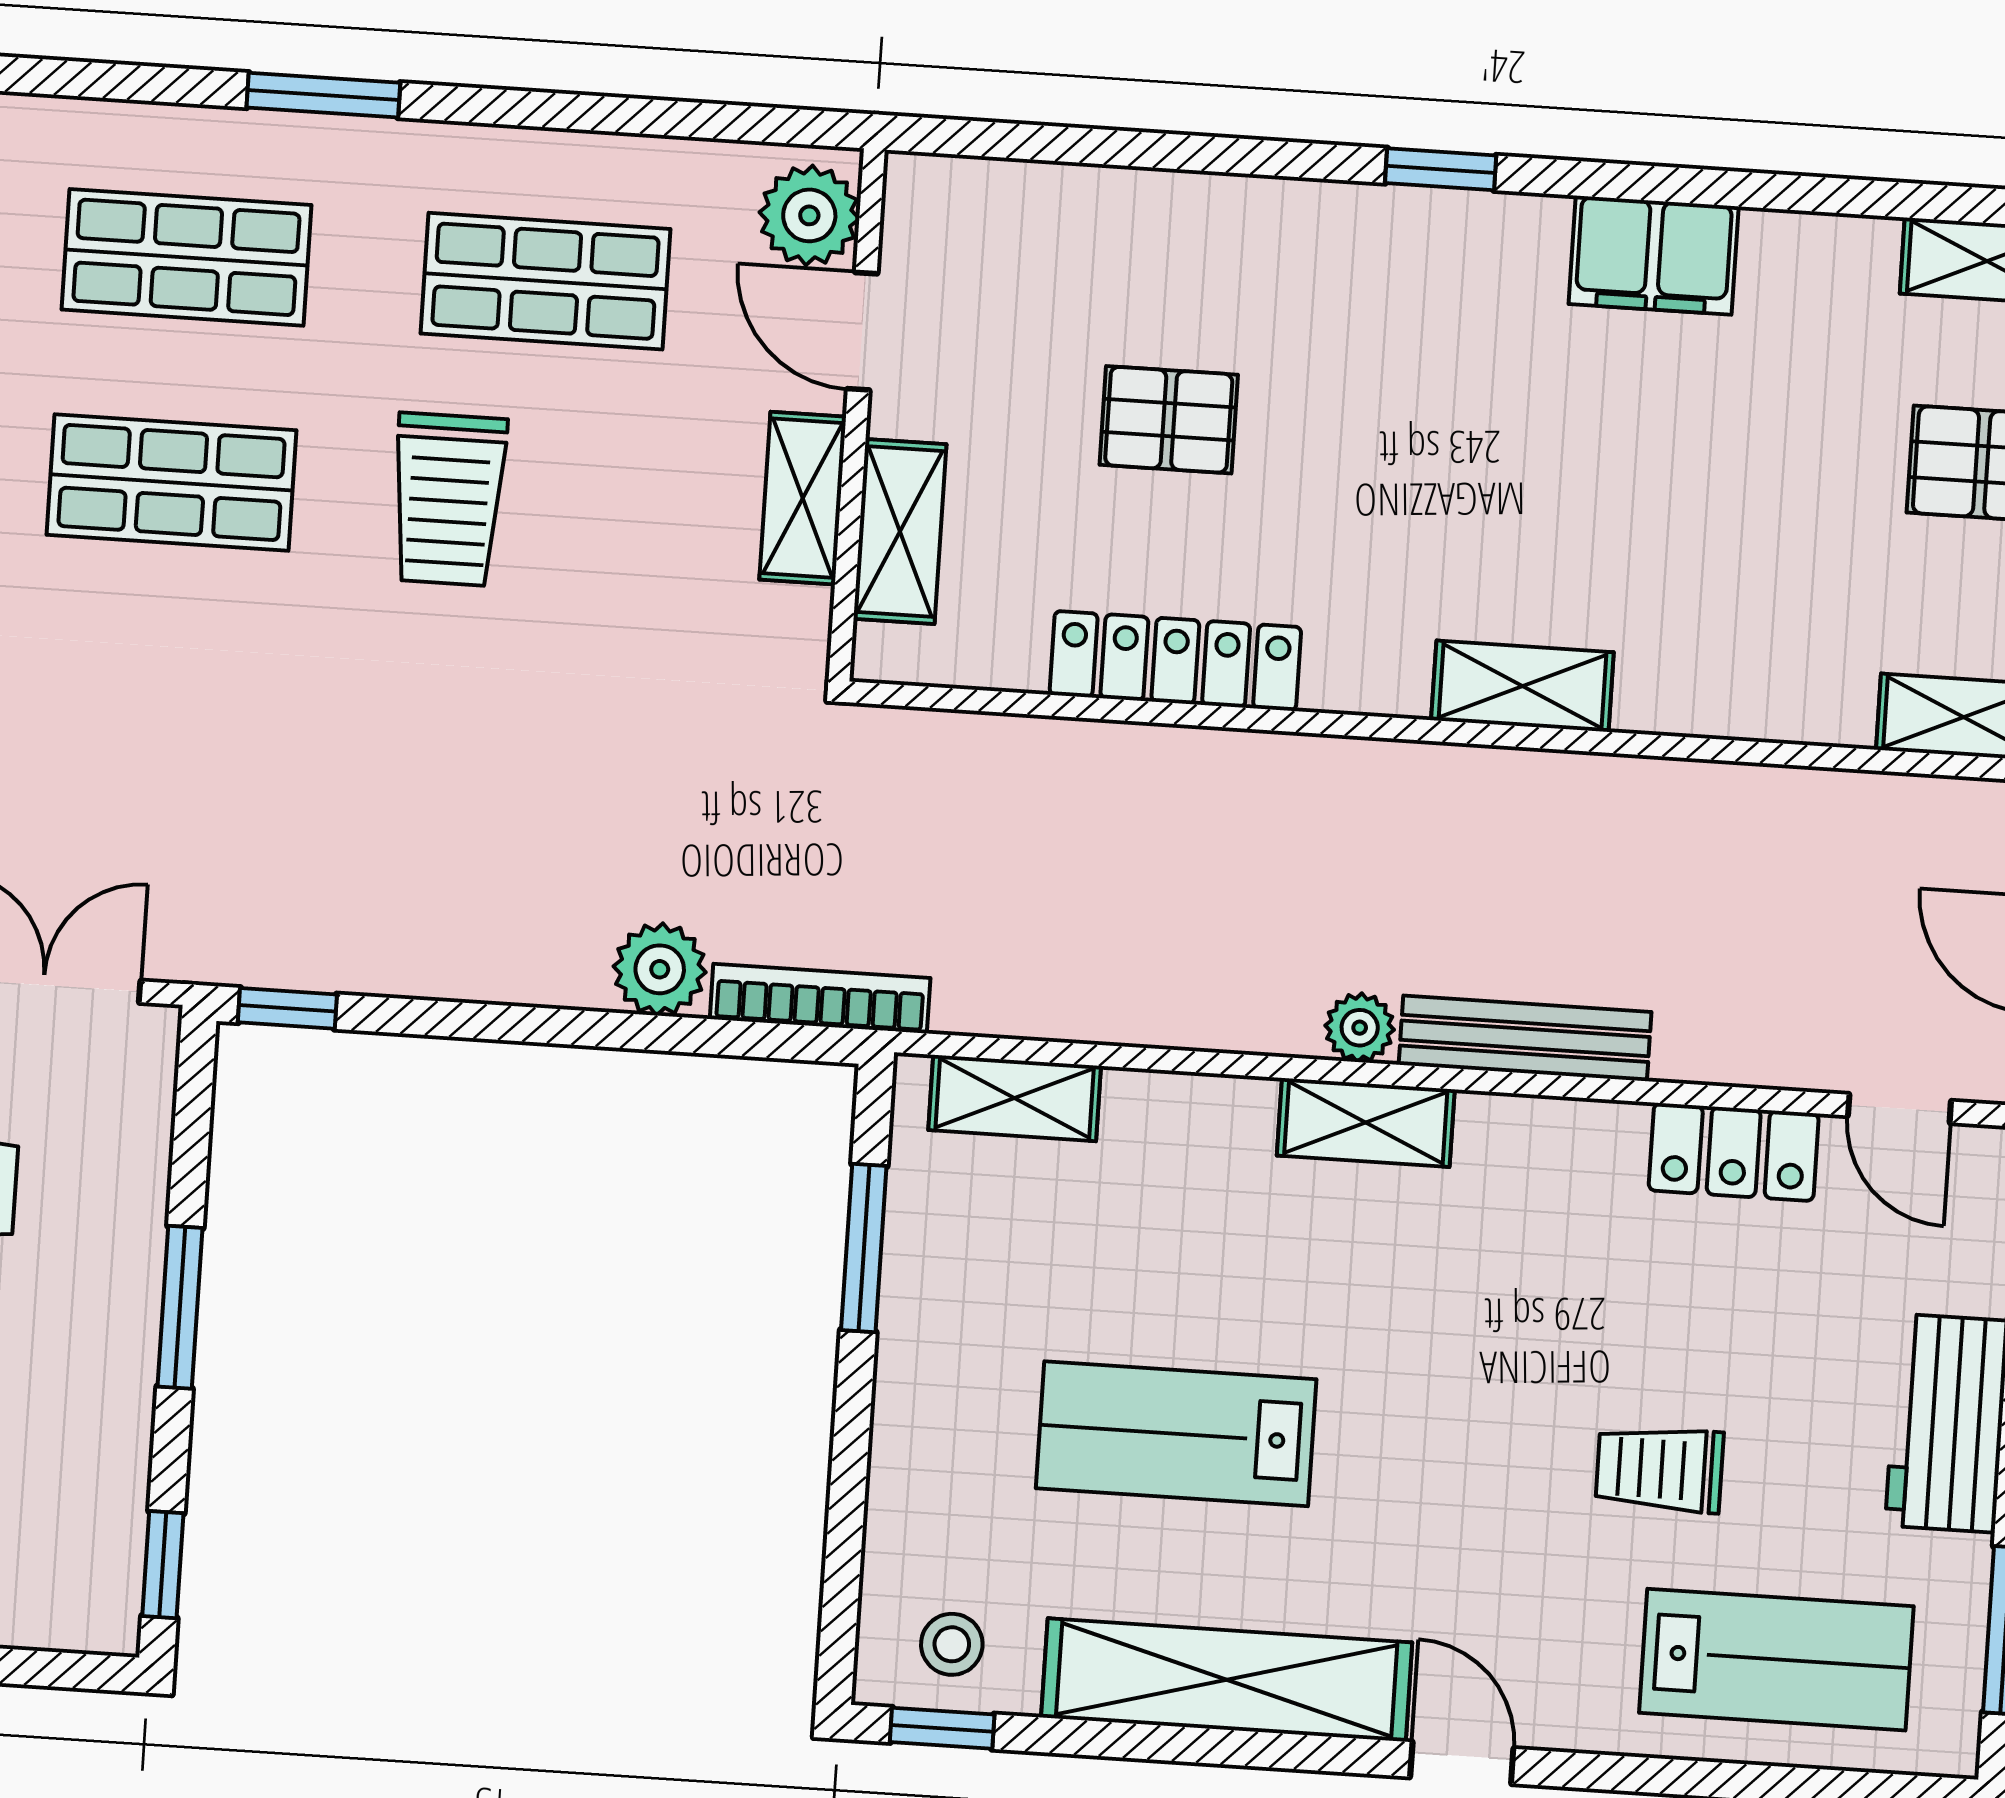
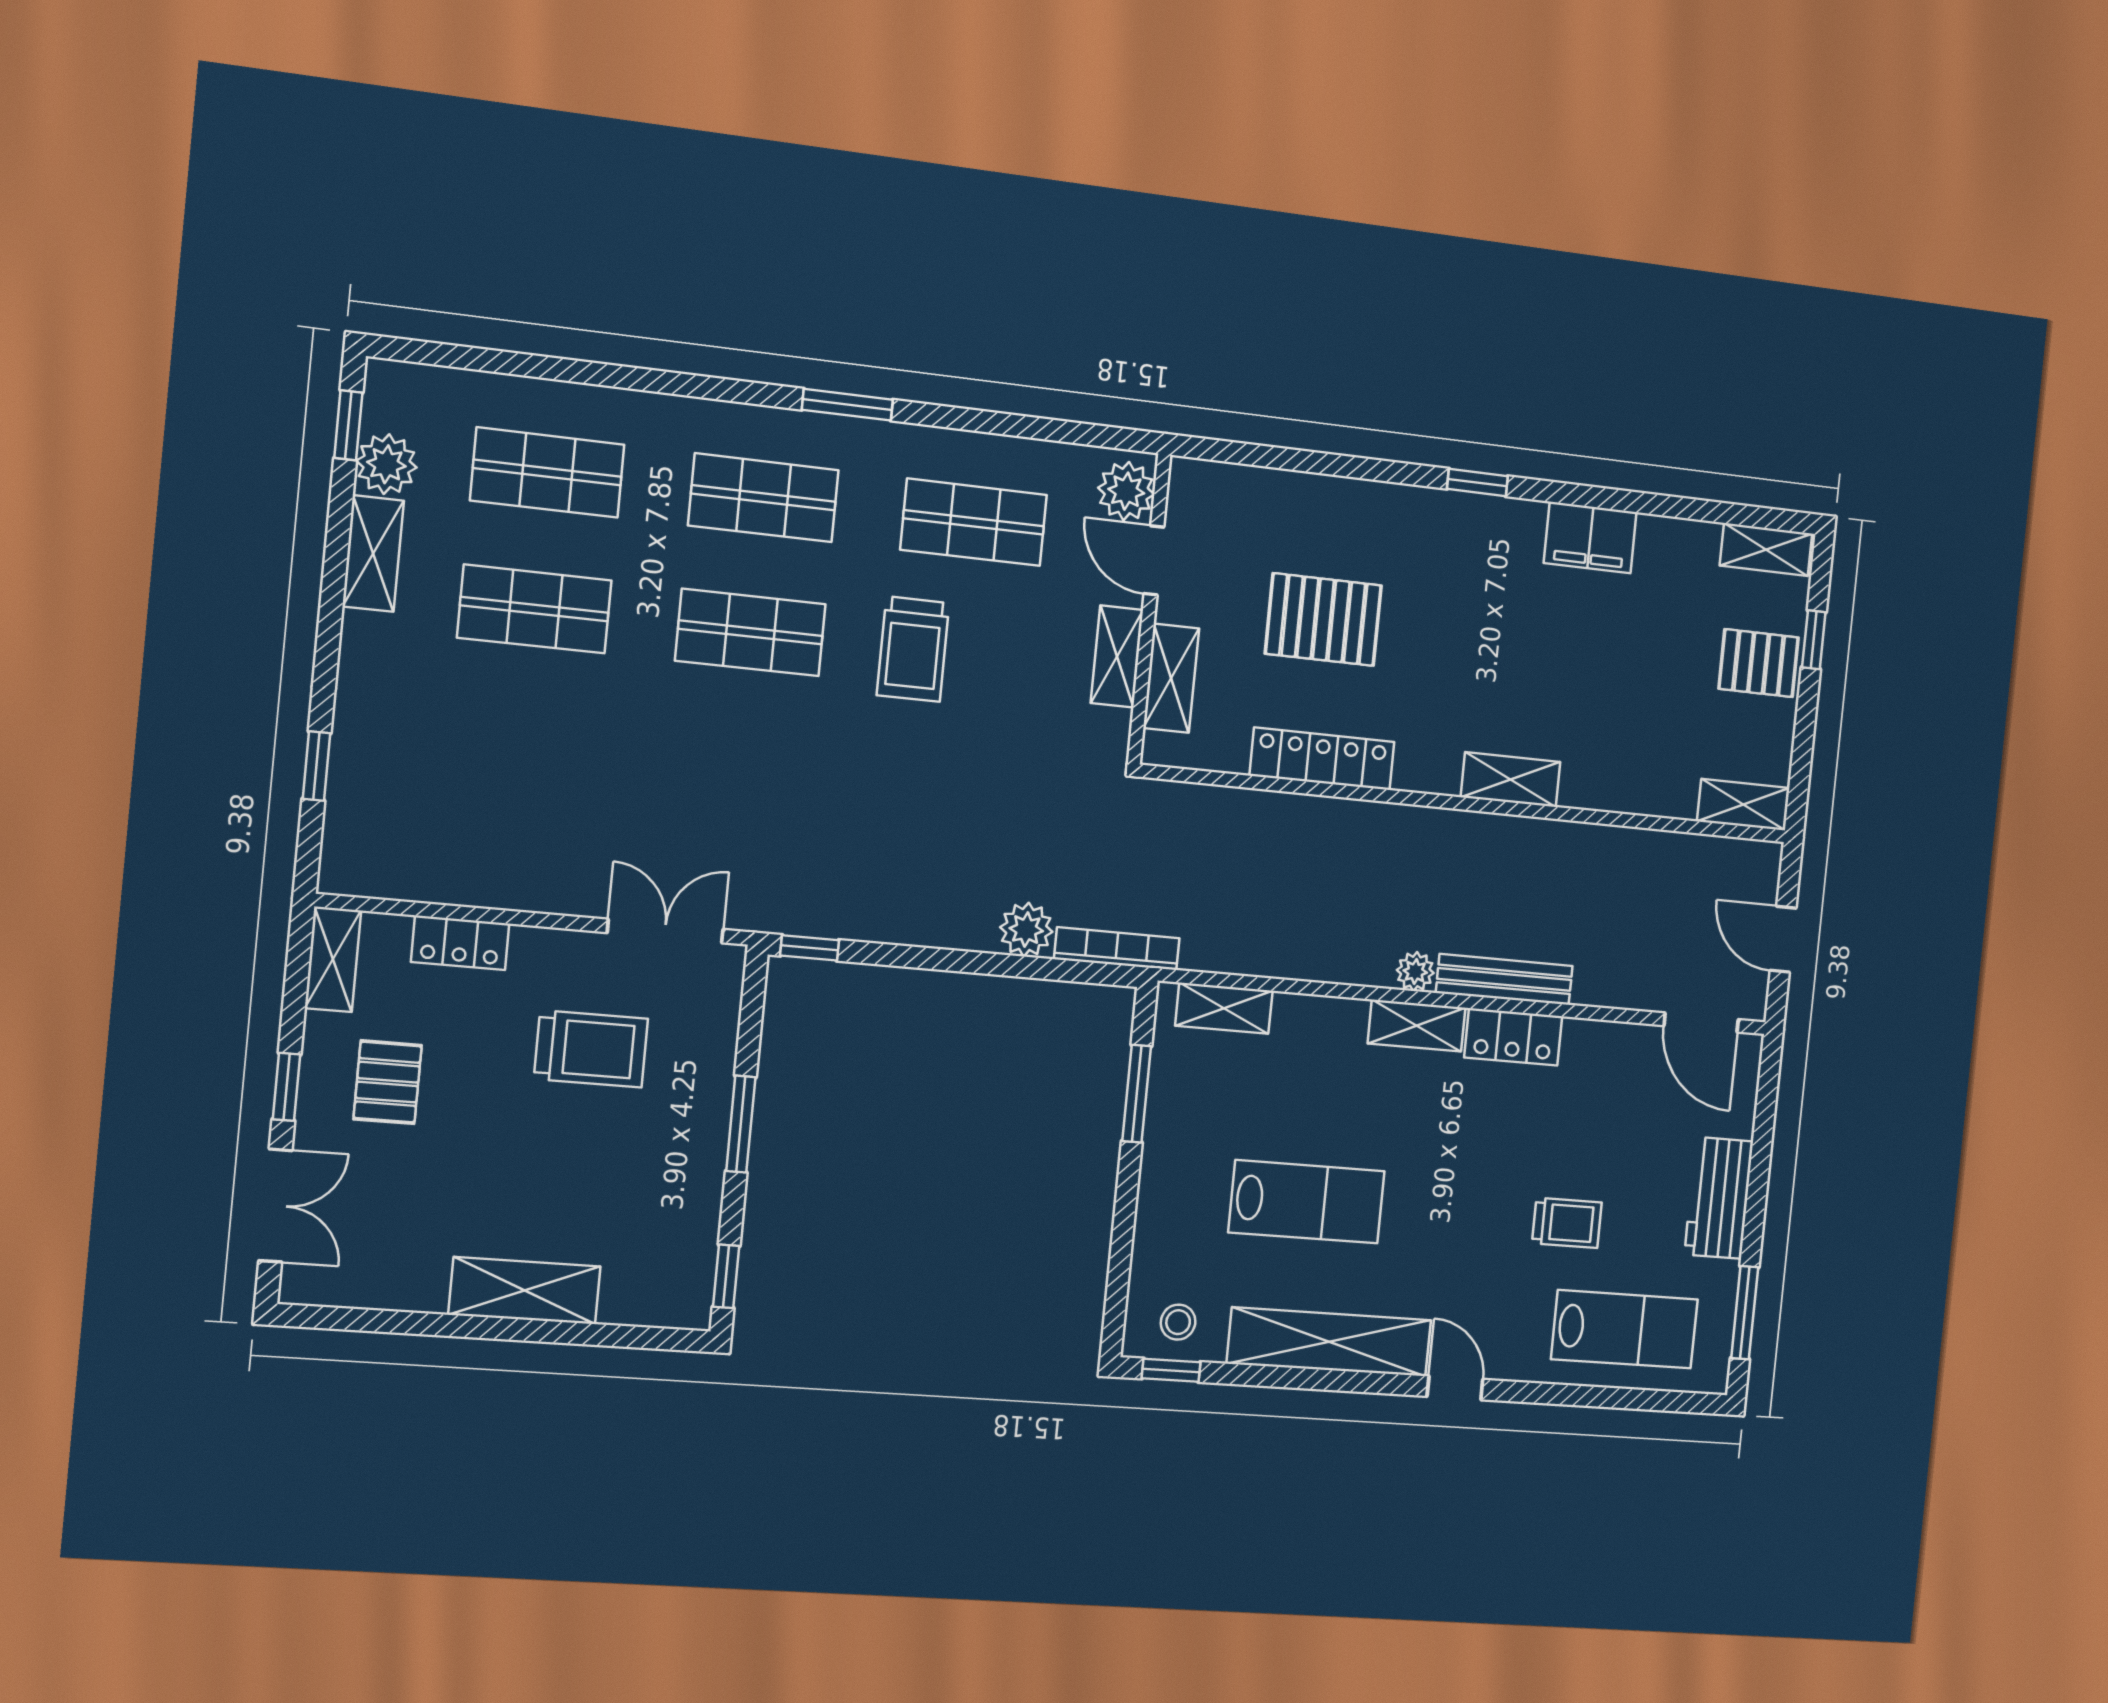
pallet: (1169, 420) -> (1323, 620), width x1.50, depth x1.42
door: (1899, 1109) -> (1701, 1023), width x1.38
locker: (1734, 1152) -> (1513, 1037), moved
lab bench: (1176, 1434) -> (1307, 1202), turned 180
trolley: (1659, 1469) -> (1567, 1223), turned 180

